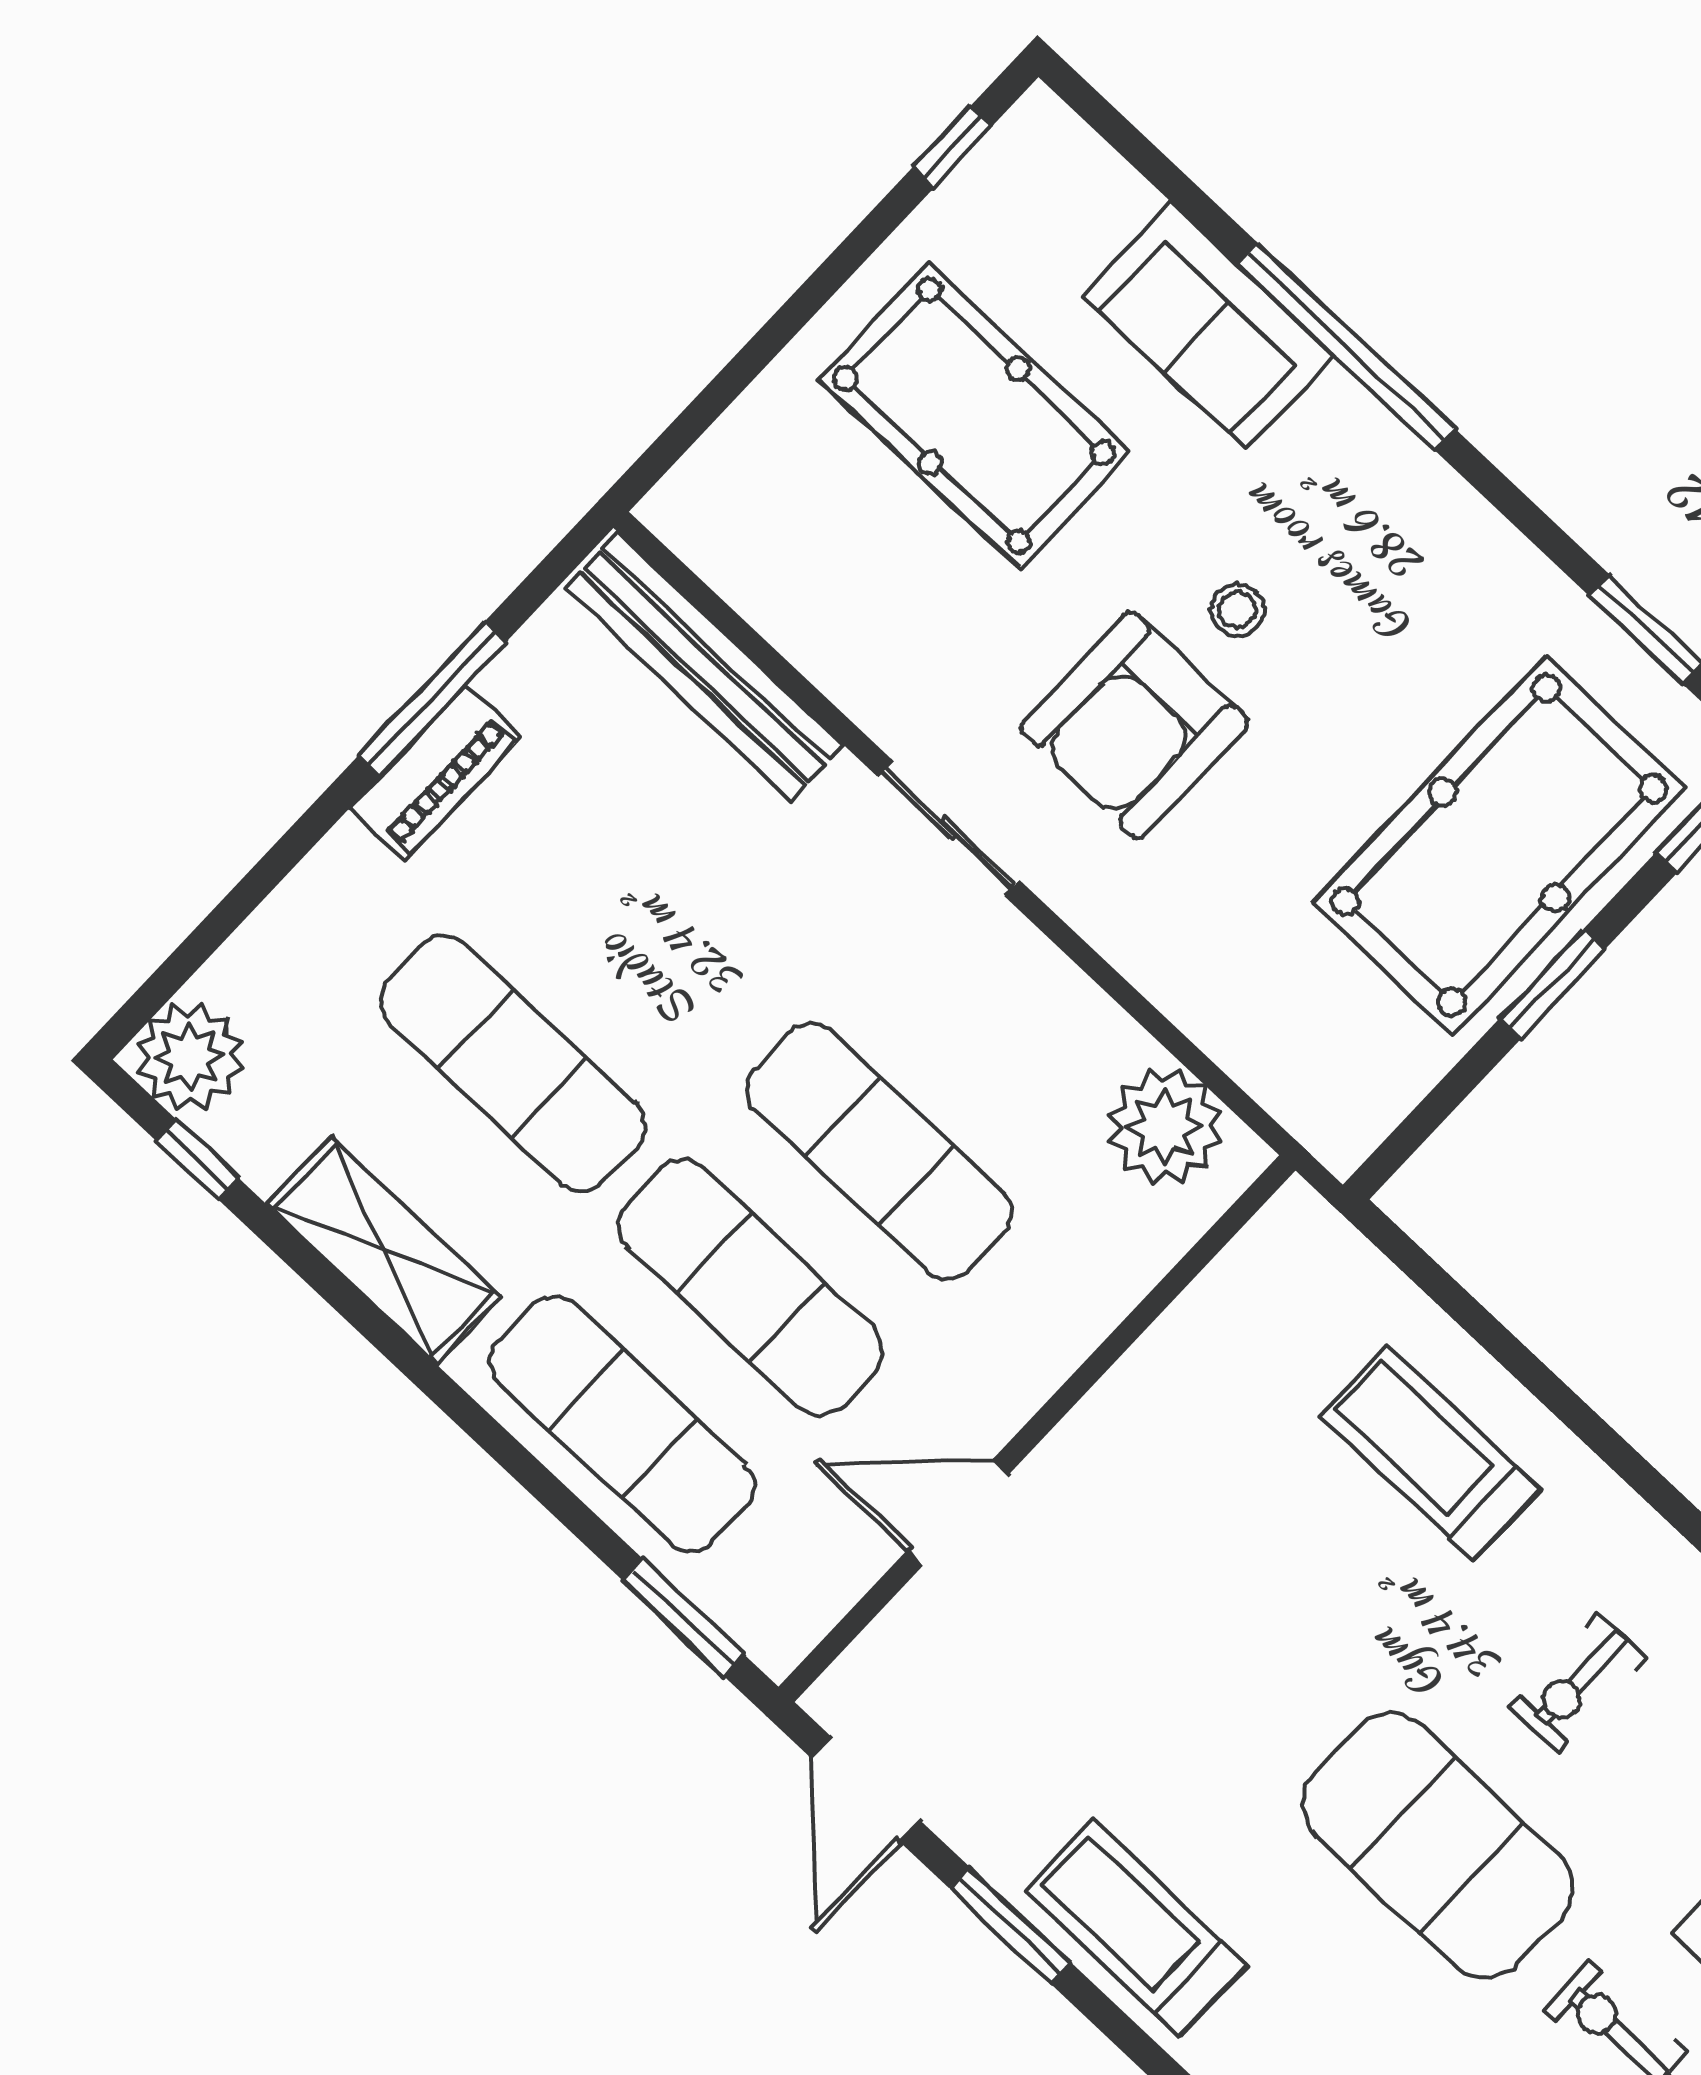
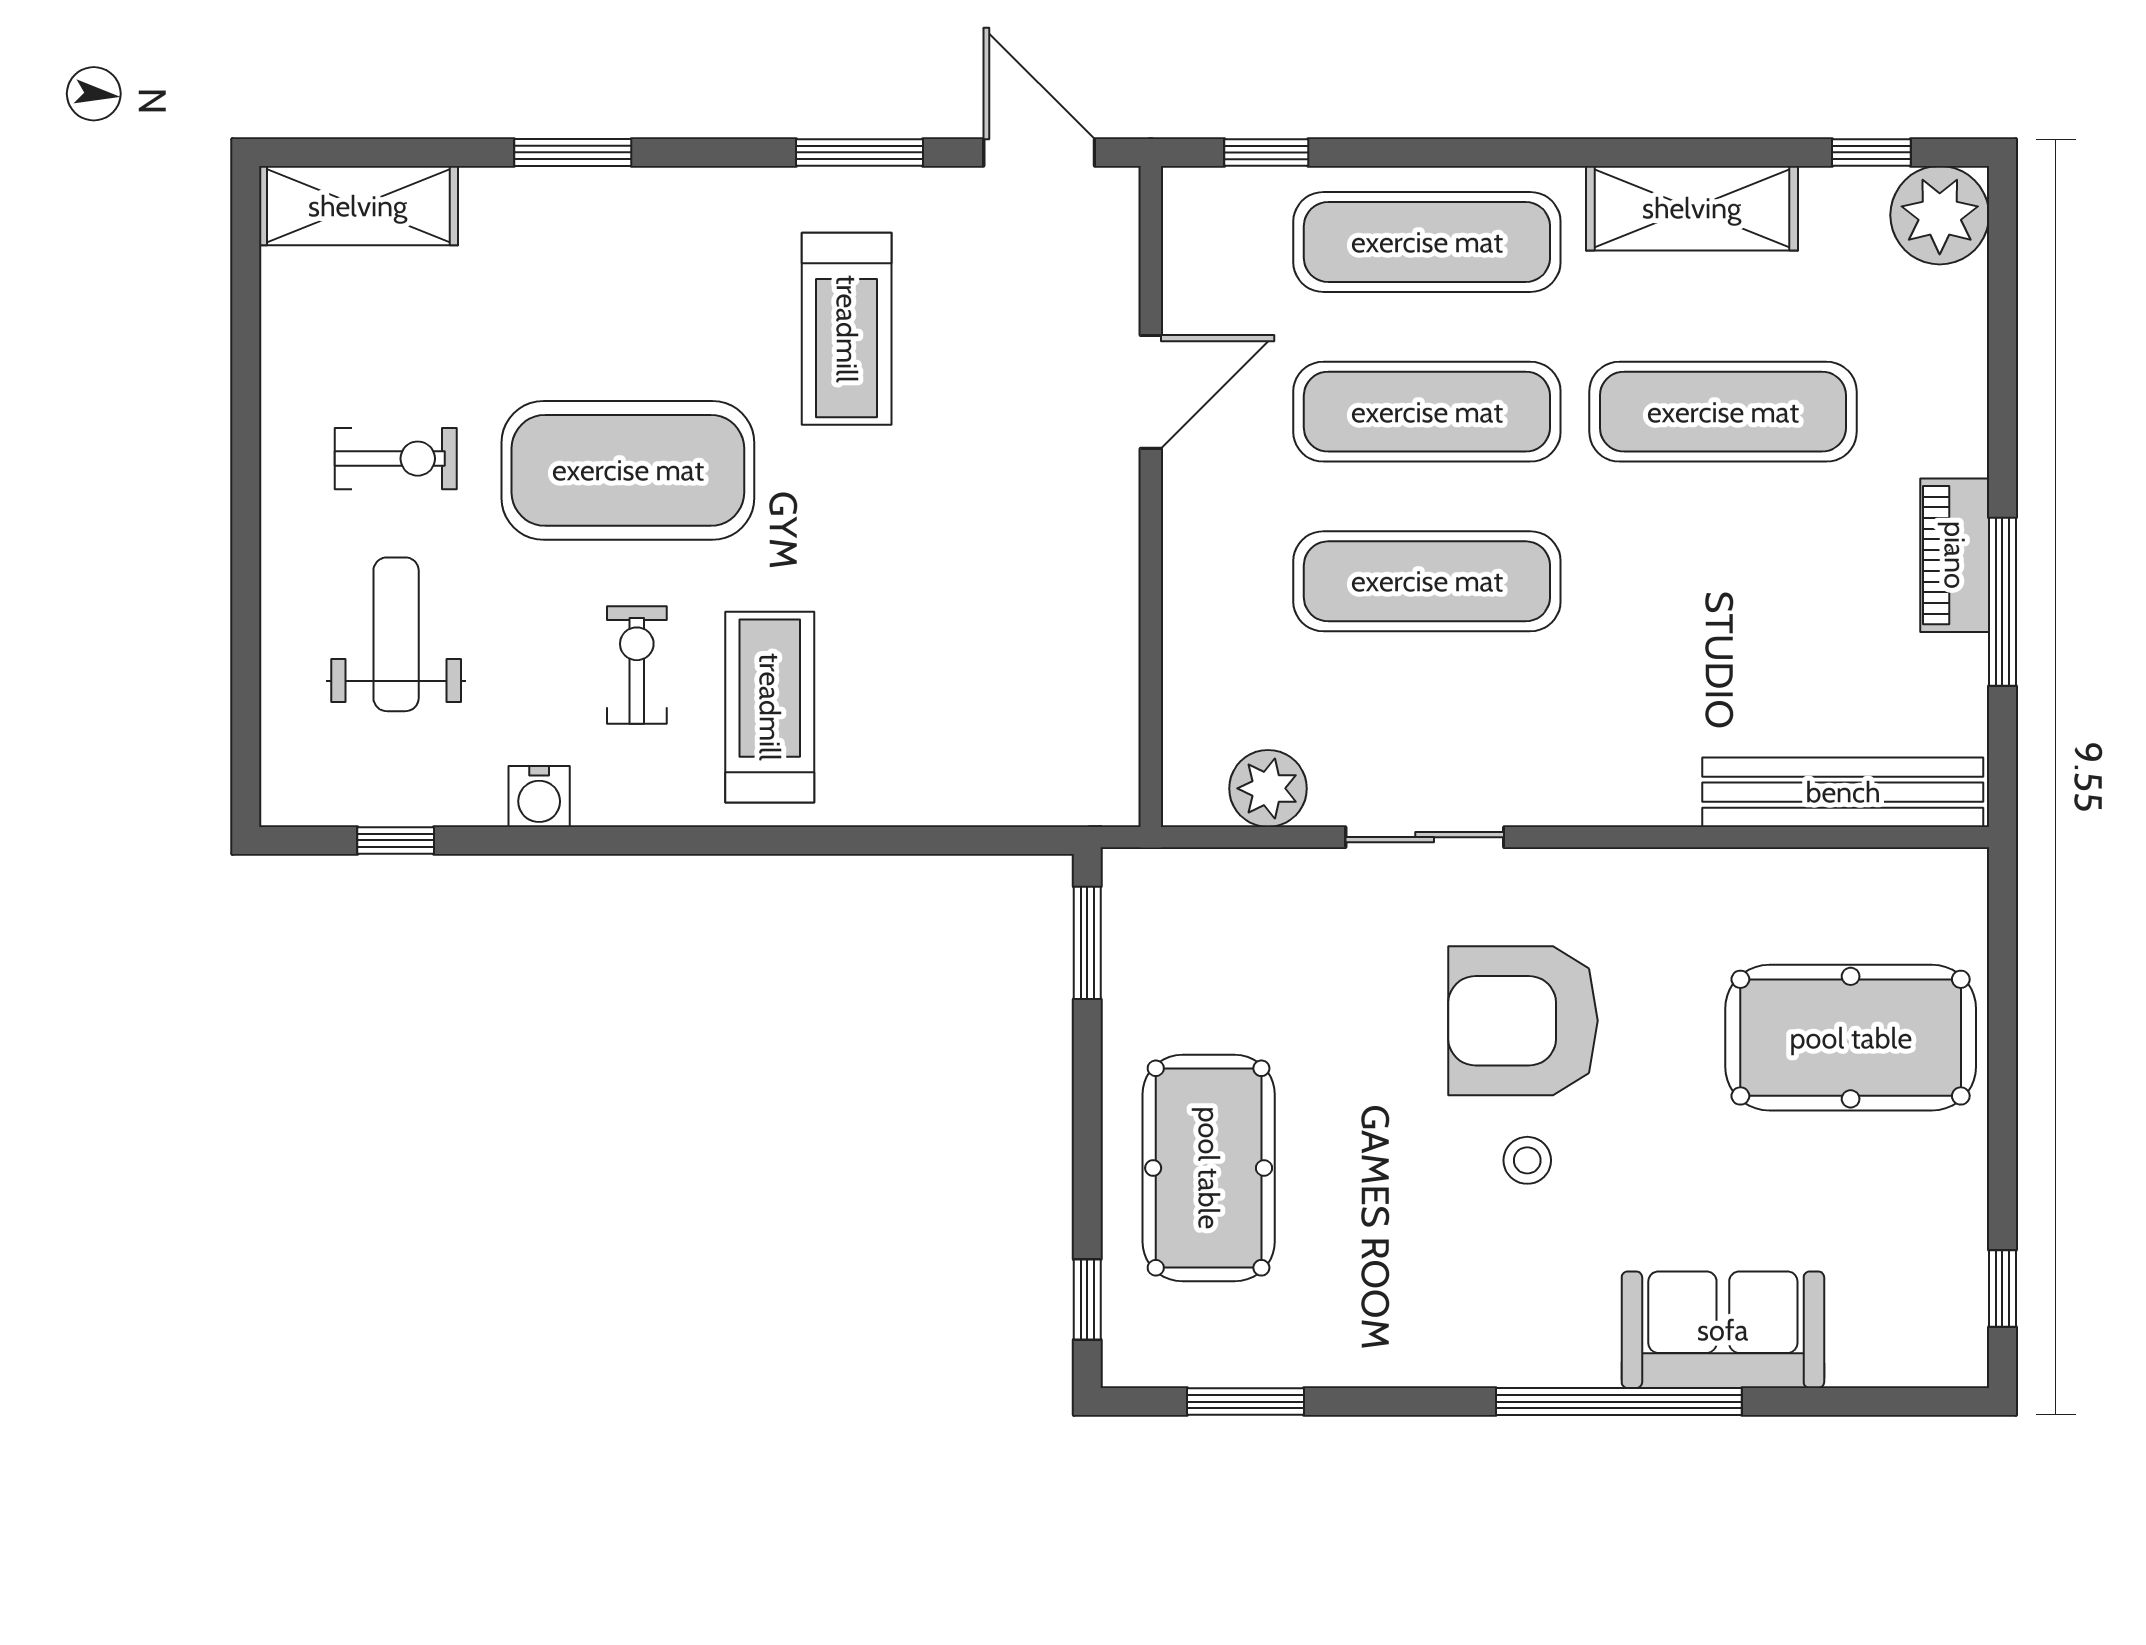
pool table: (974, 416) -> (1851, 1038), moved
armchair: (1135, 725) -> (1523, 1021), turned -90
sliding door: (948, 828) -> (1425, 837), moved
pool table: (1499, 845) -> (1209, 1168), width x0.73, depth x0.76
window: (1552, 984) -> (1087, 943), moved
plant: (1164, 1127) -> (1268, 788), width x0.73, depth x0.73
treadmill: (1430, 1452) -> (770, 707), moved, turned -90
window: (683, 1618) -> (1266, 152), width x0.67
treadmill: (1136, 1928) -> (847, 329), moved, turned 90

